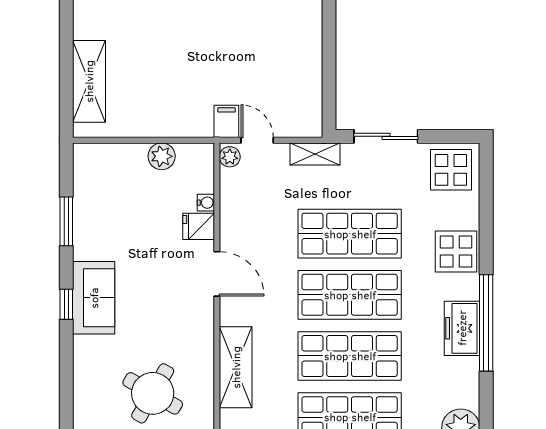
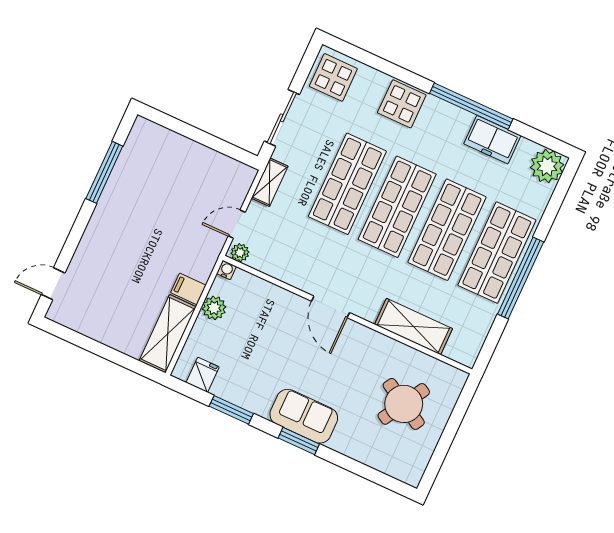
shelving: (89, 81) -> (168, 334), moved, turned 90
filing cabinet: (226, 121) -> (188, 289), moved
water cooler: (206, 203) -> (227, 270), moved
fridge: (199, 226) -> (203, 375), moved, turned 180
door: (217, 274) -> (330, 307), swing flipped
window: (66, 304) -> (299, 441), width x1.50
freezer: (462, 328) -> (492, 140), moved

